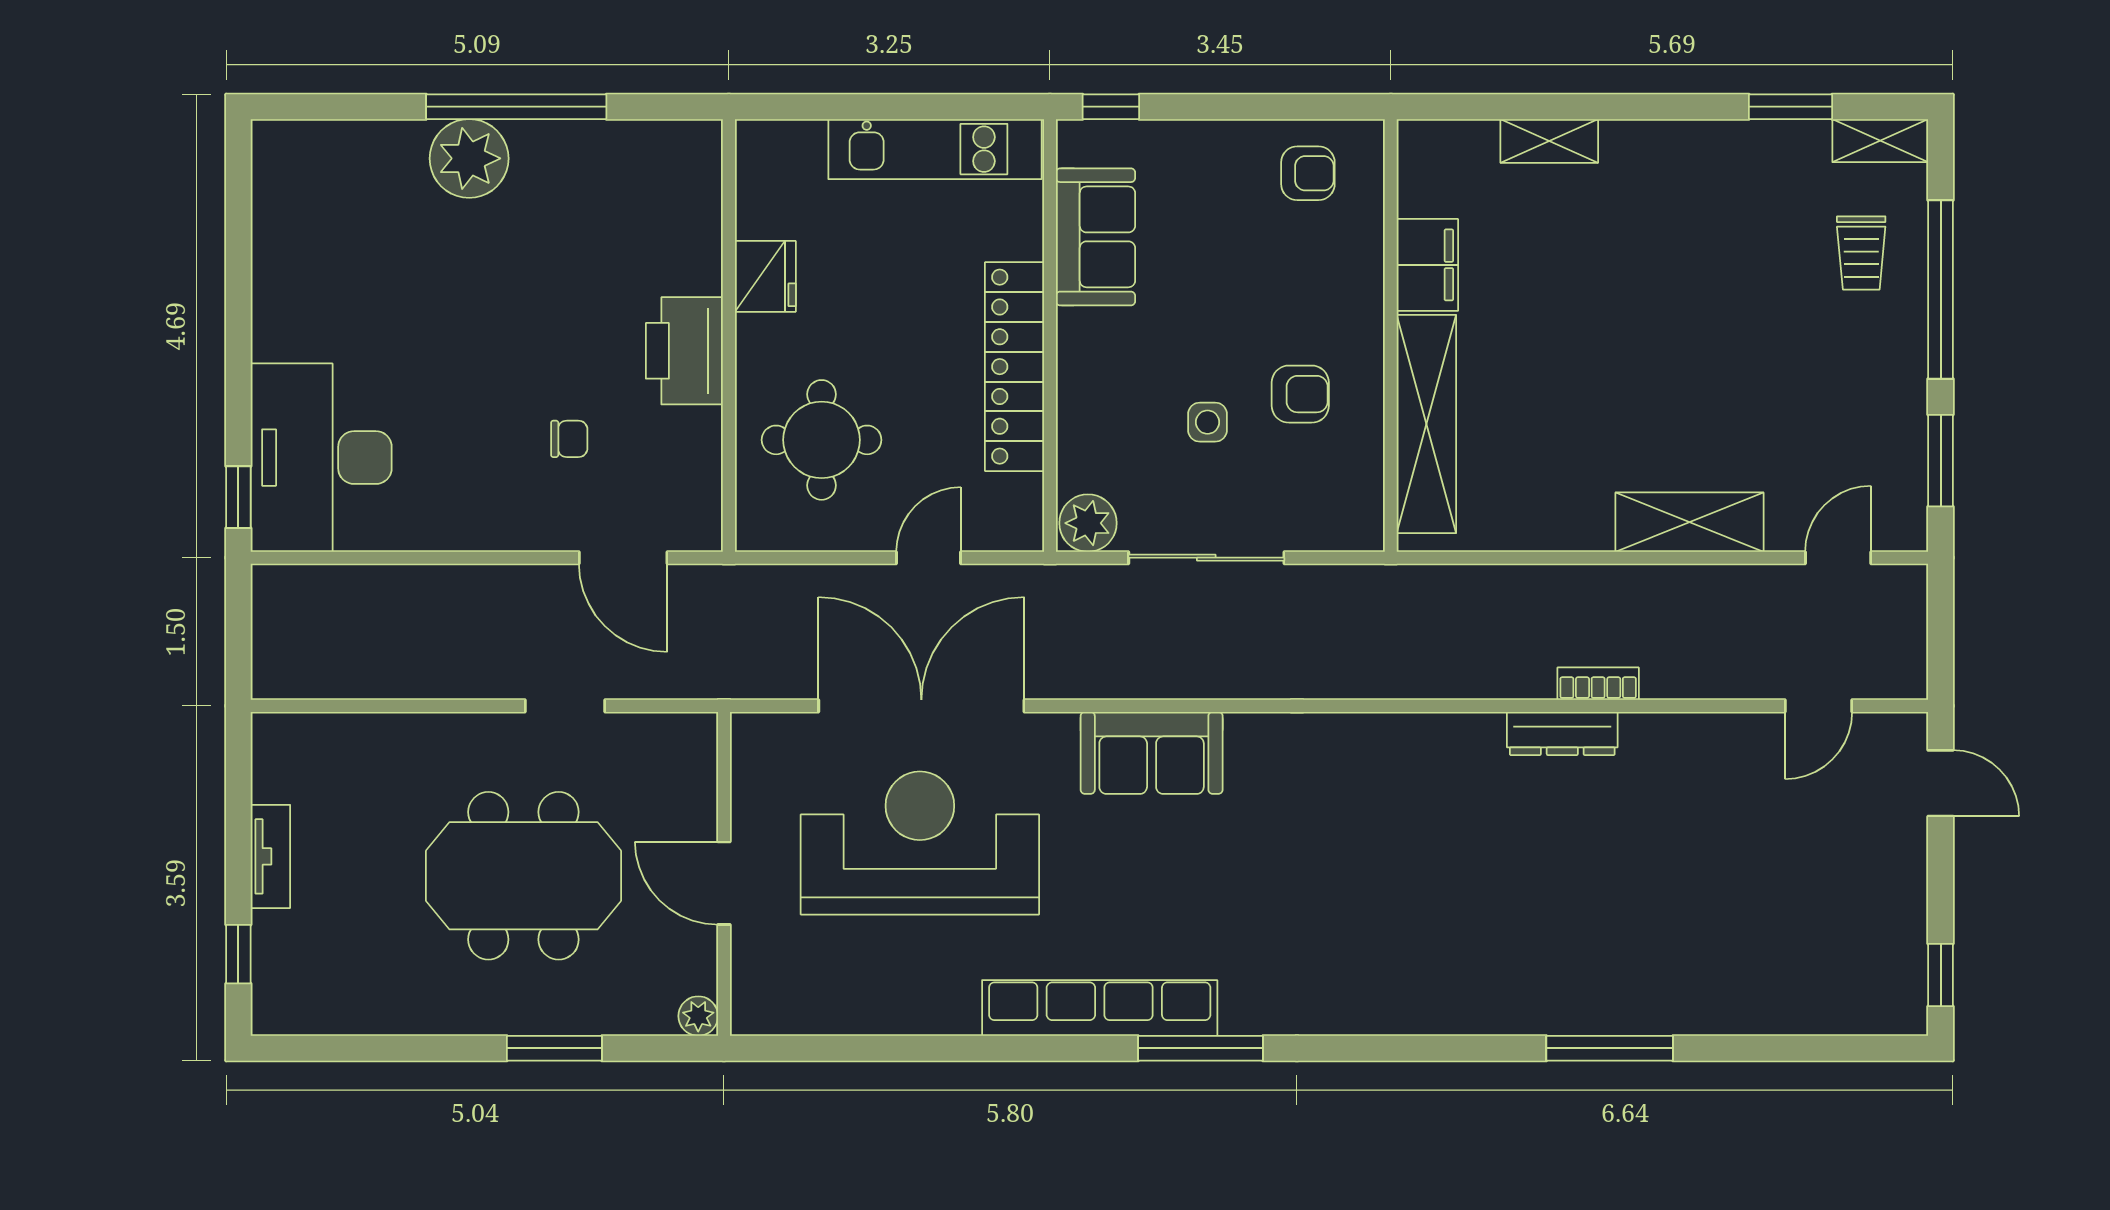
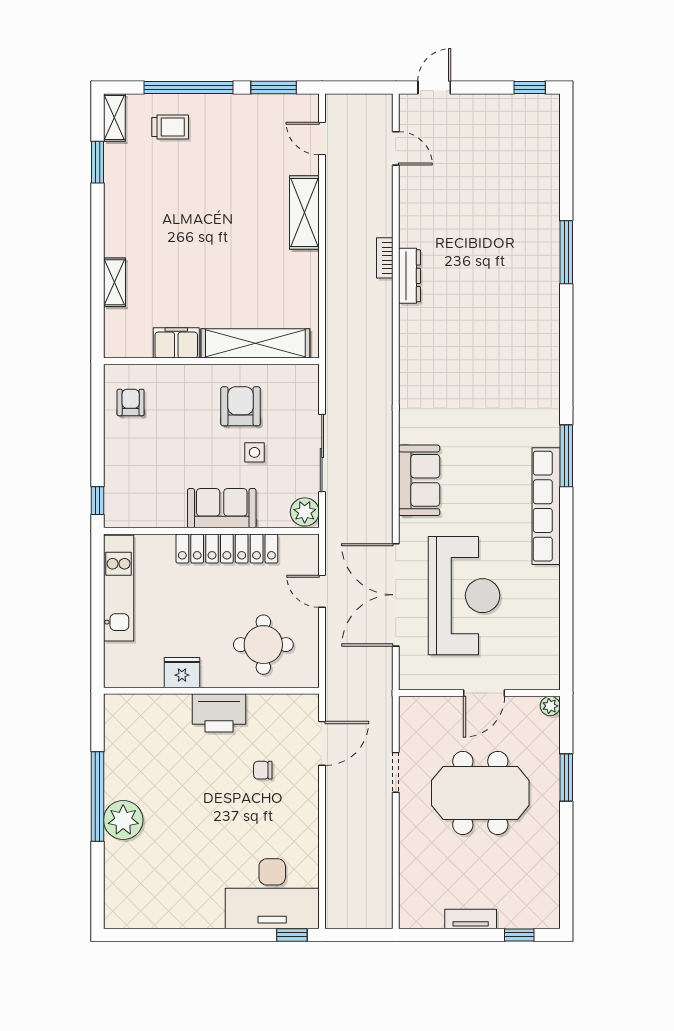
sofa: (1096, 237) -> (222, 508), moved
armchair: (1300, 394) -> (241, 406), width x1.38, depth x1.38
chair: (569, 439) -> (263, 770), turned -90
reception desk: (920, 843) -> (464, 596), turned 180
meeting table: (523, 876) -> (480, 793), turned 90

